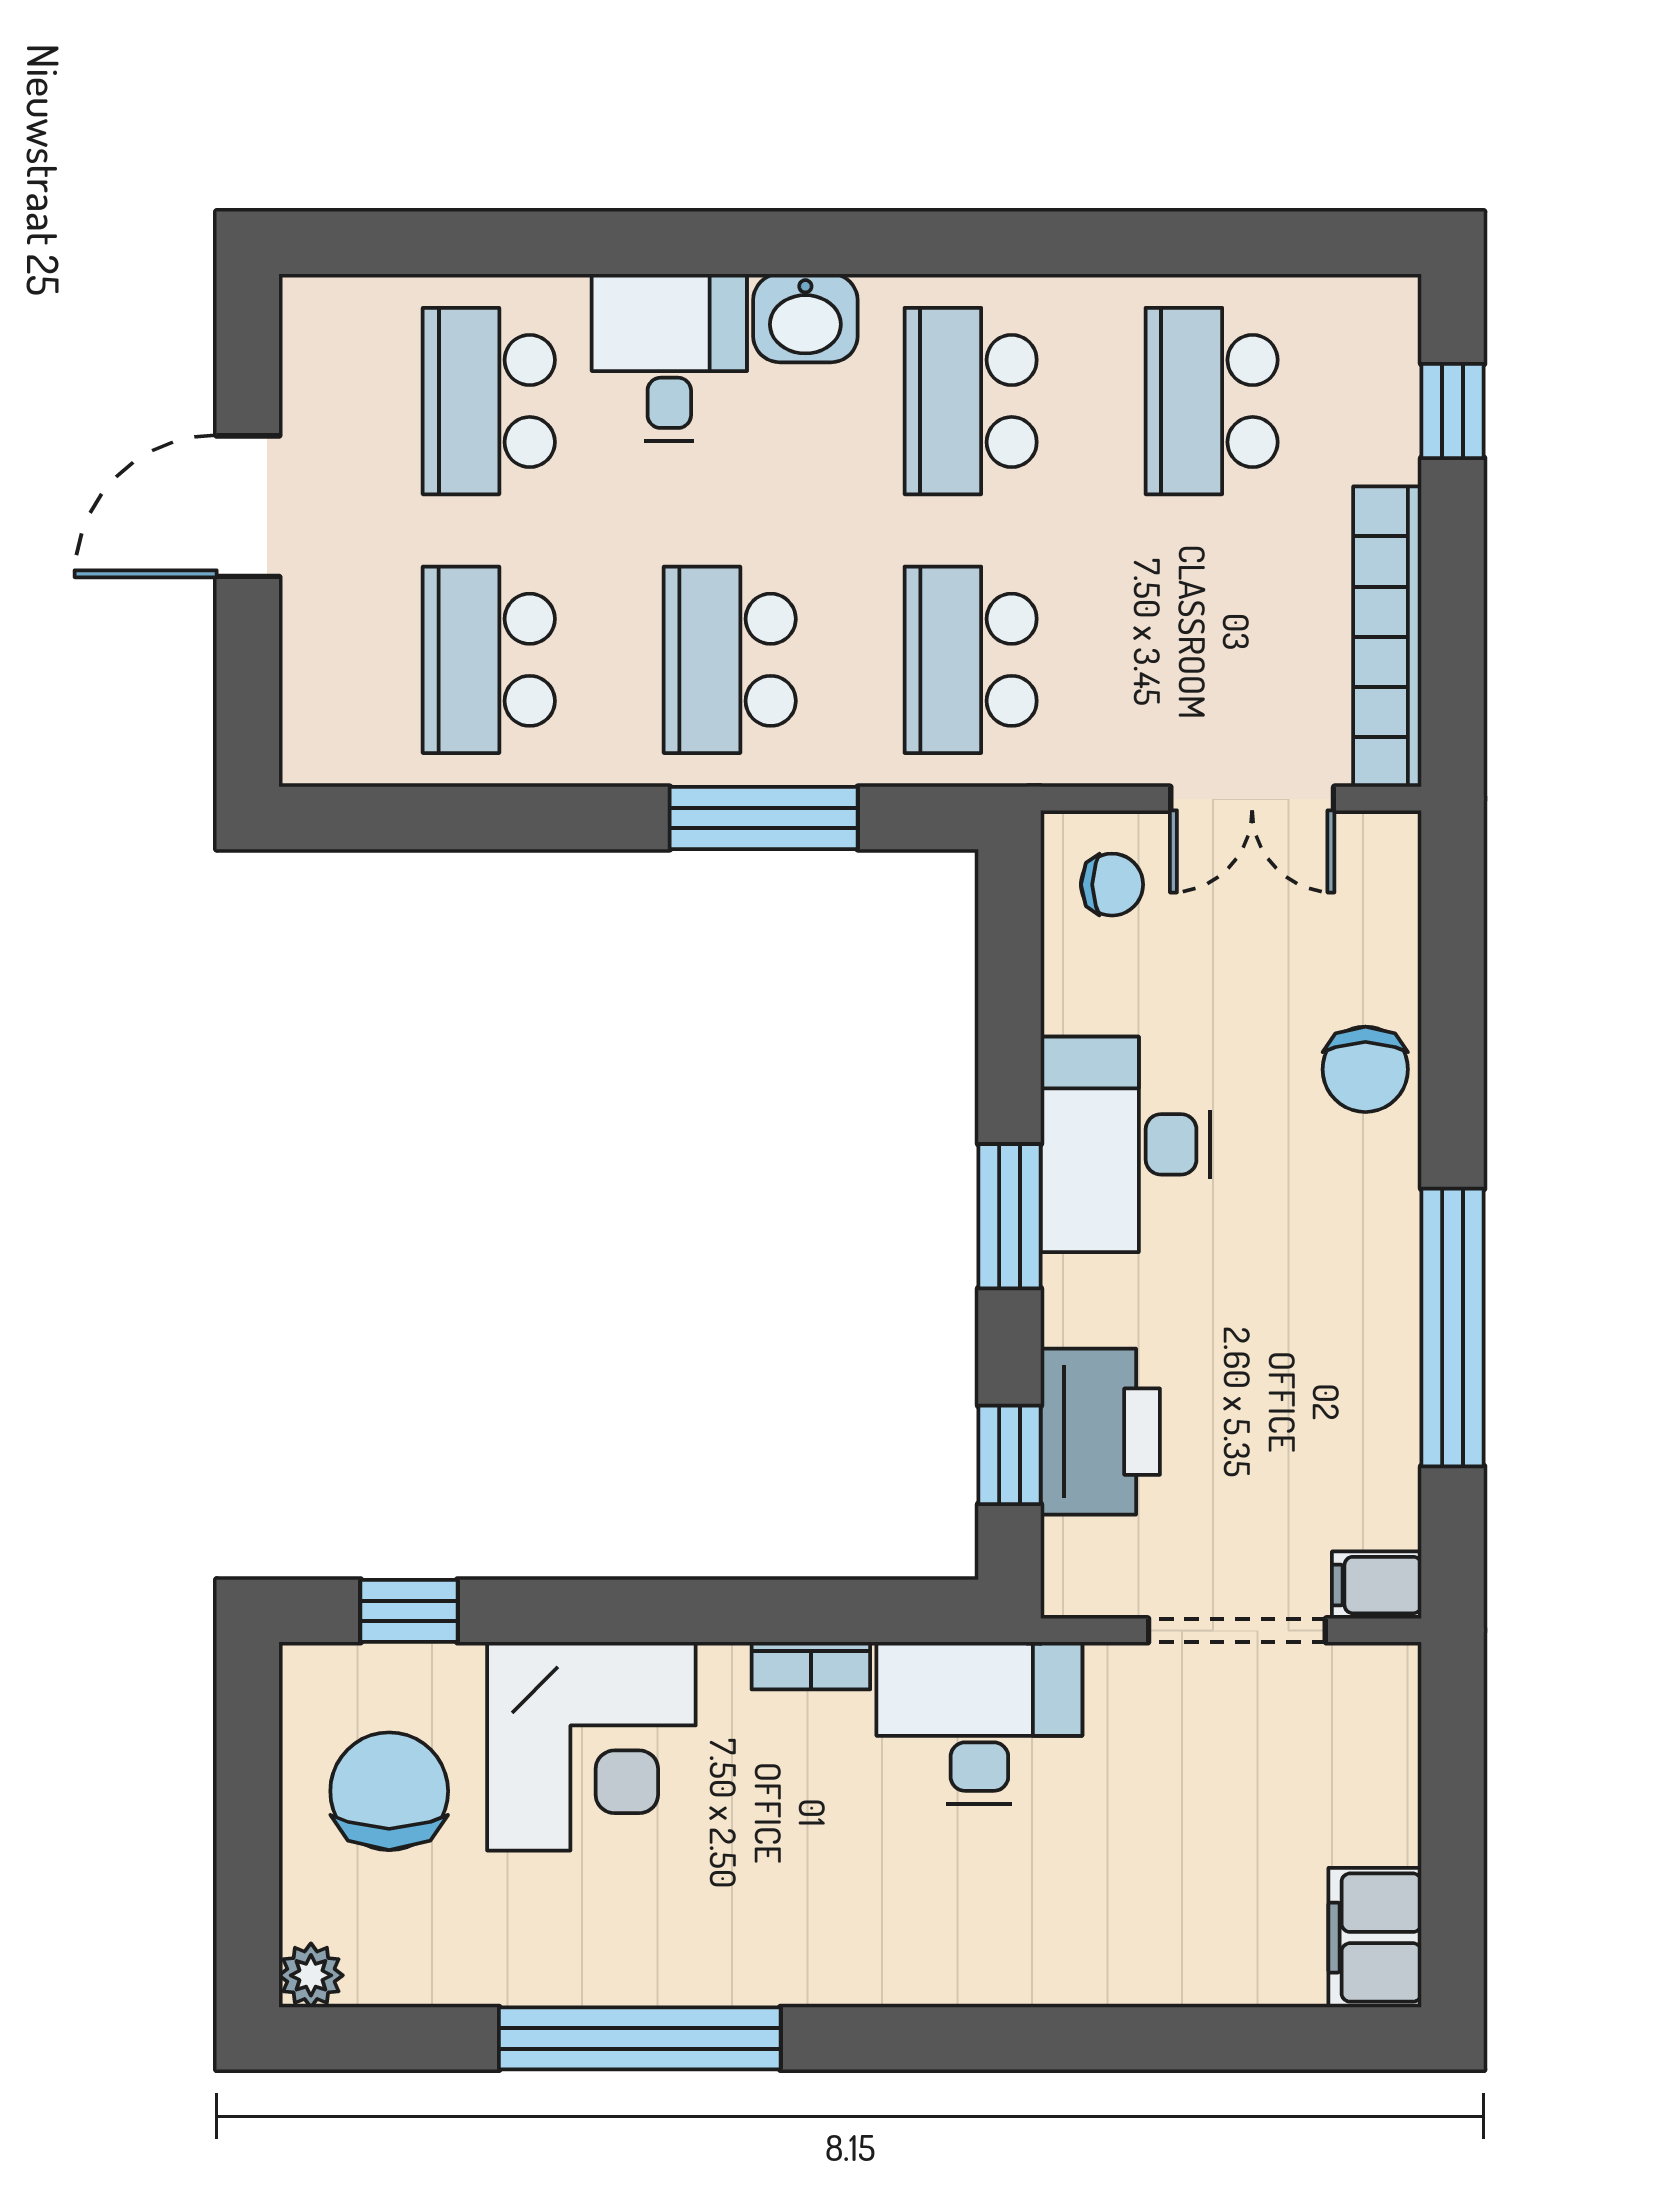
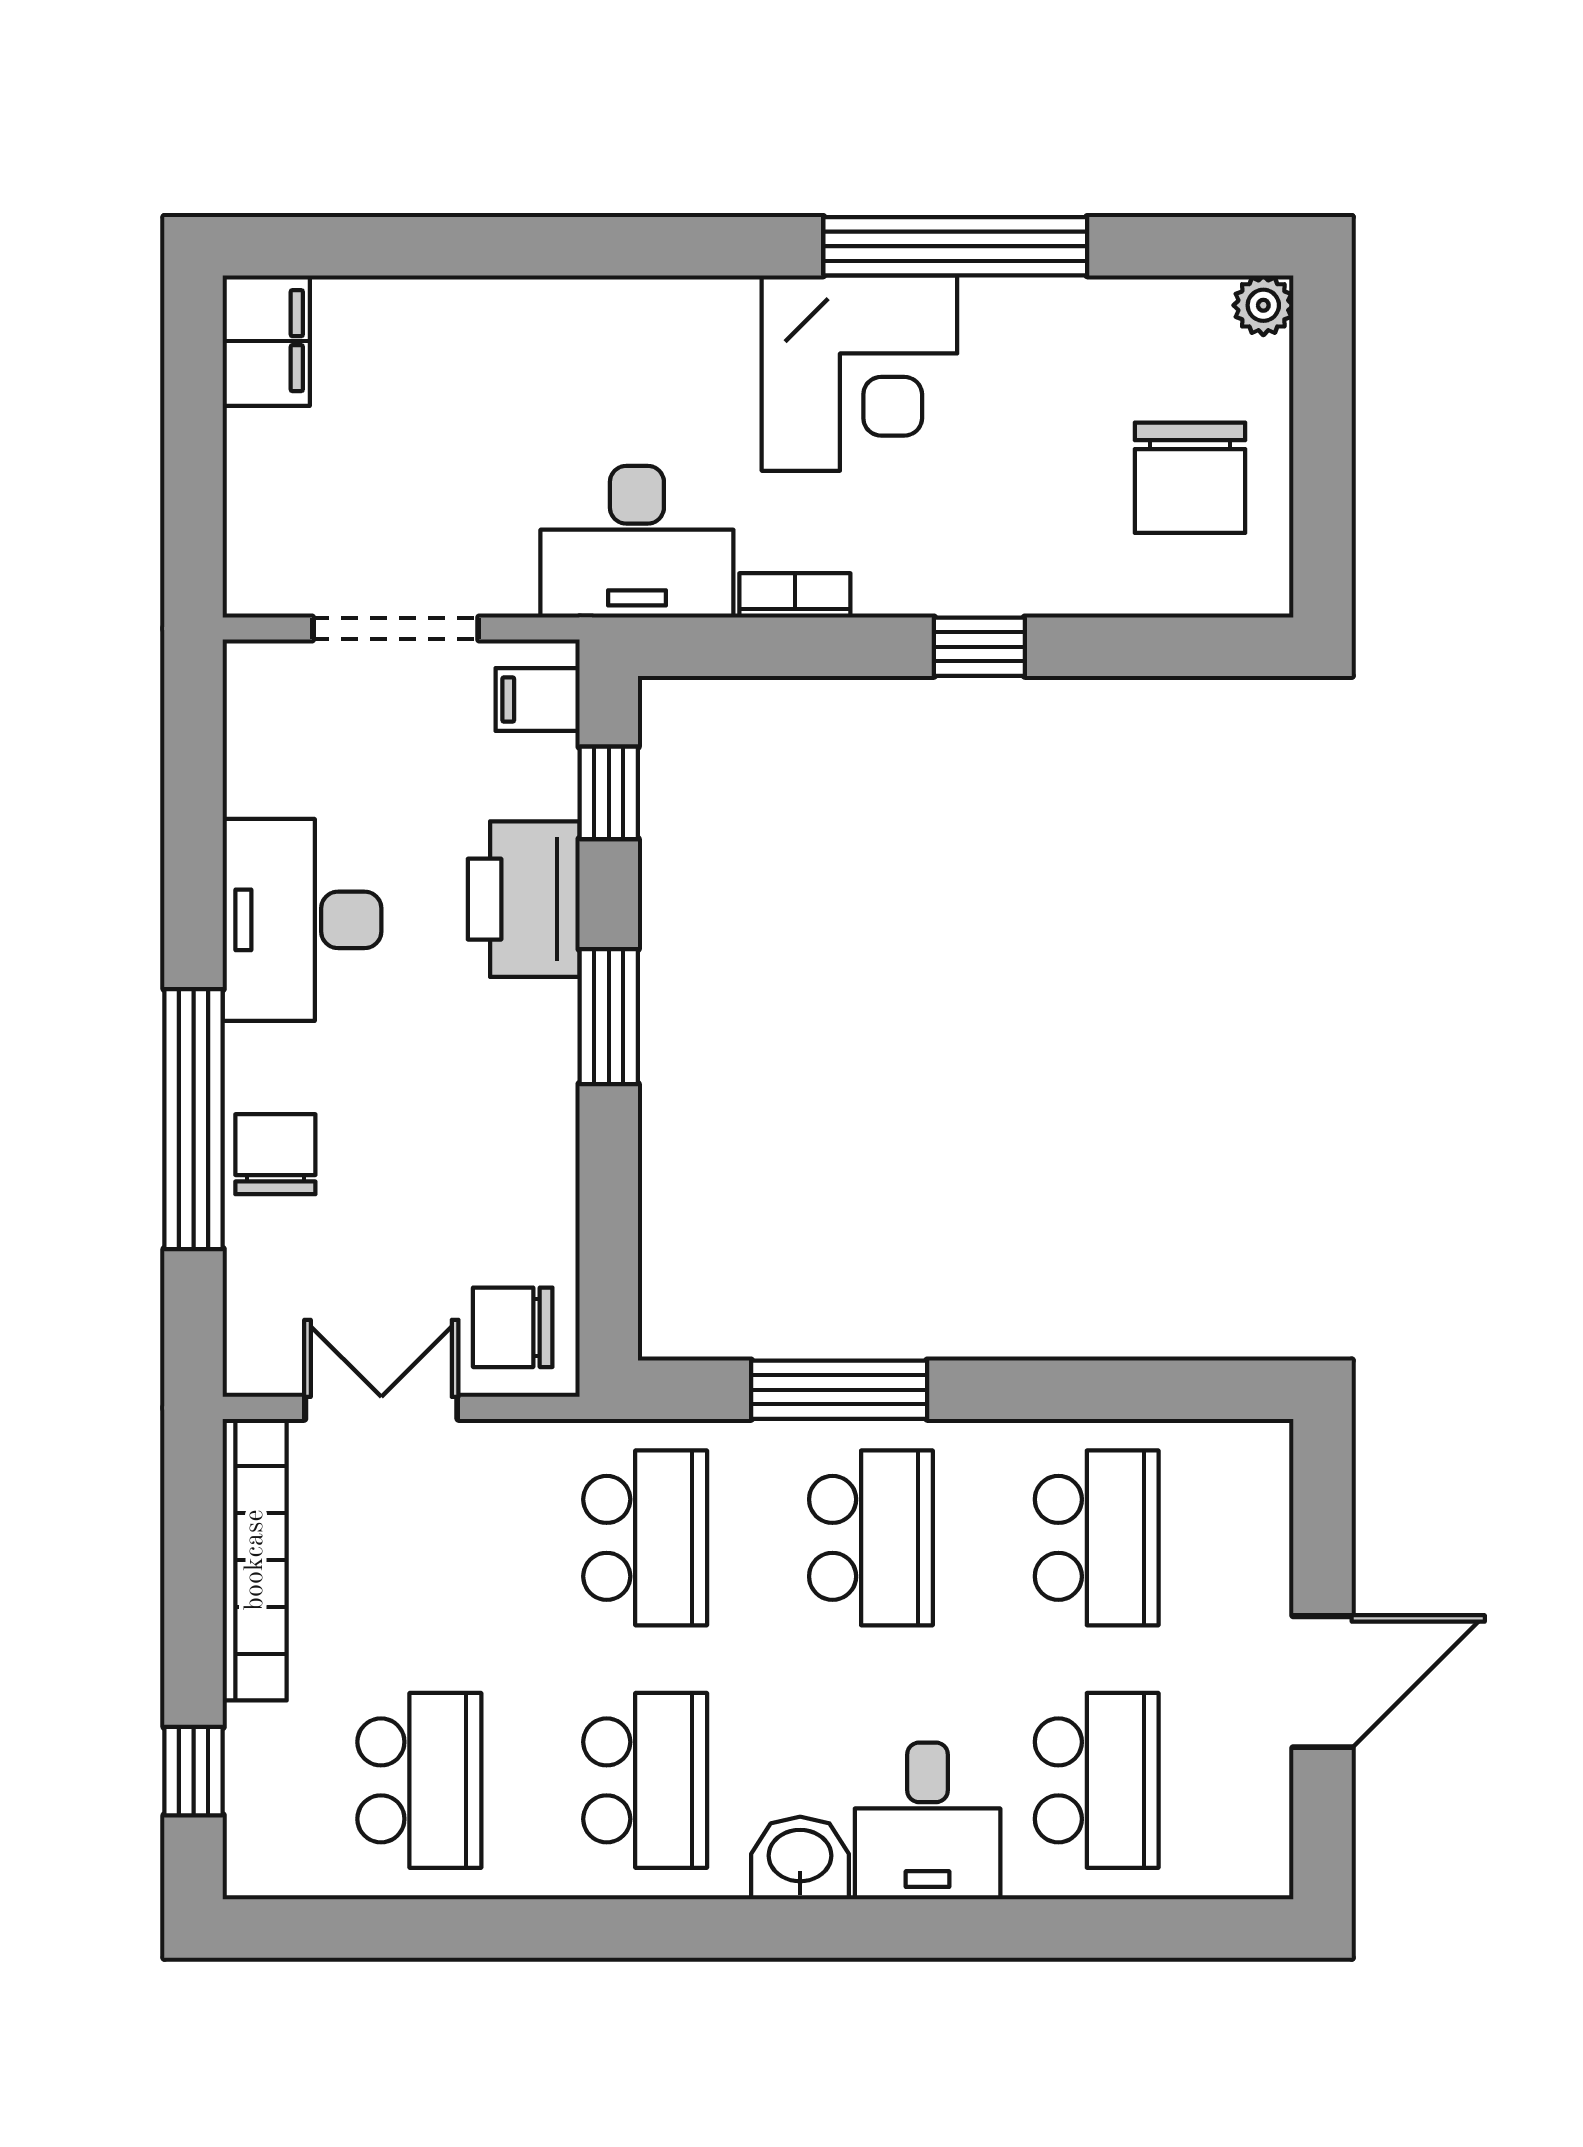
chair: (1112, 885) -> (513, 1327), width x1.37, depth x1.37
desk: (1125, 1144) -> (302, 920), moved, turned 180
window: (1453, 1327) -> (194, 1119), moved
printer: (1100, 1432) -> (524, 899), moved
filing cabinet: (1377, 1585) -> (538, 700), moved, turned 180
window: (409, 1611) -> (979, 647), moved
corner desk: (591, 1746) -> (859, 373), moved, turned 180

